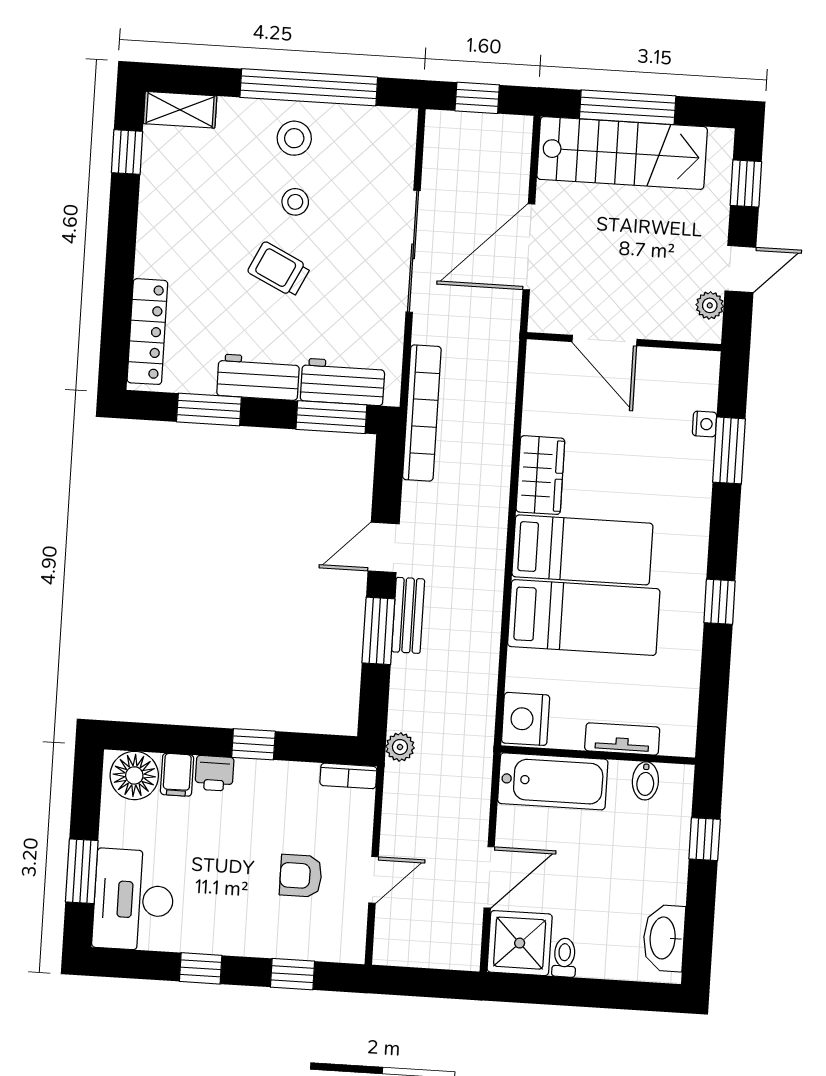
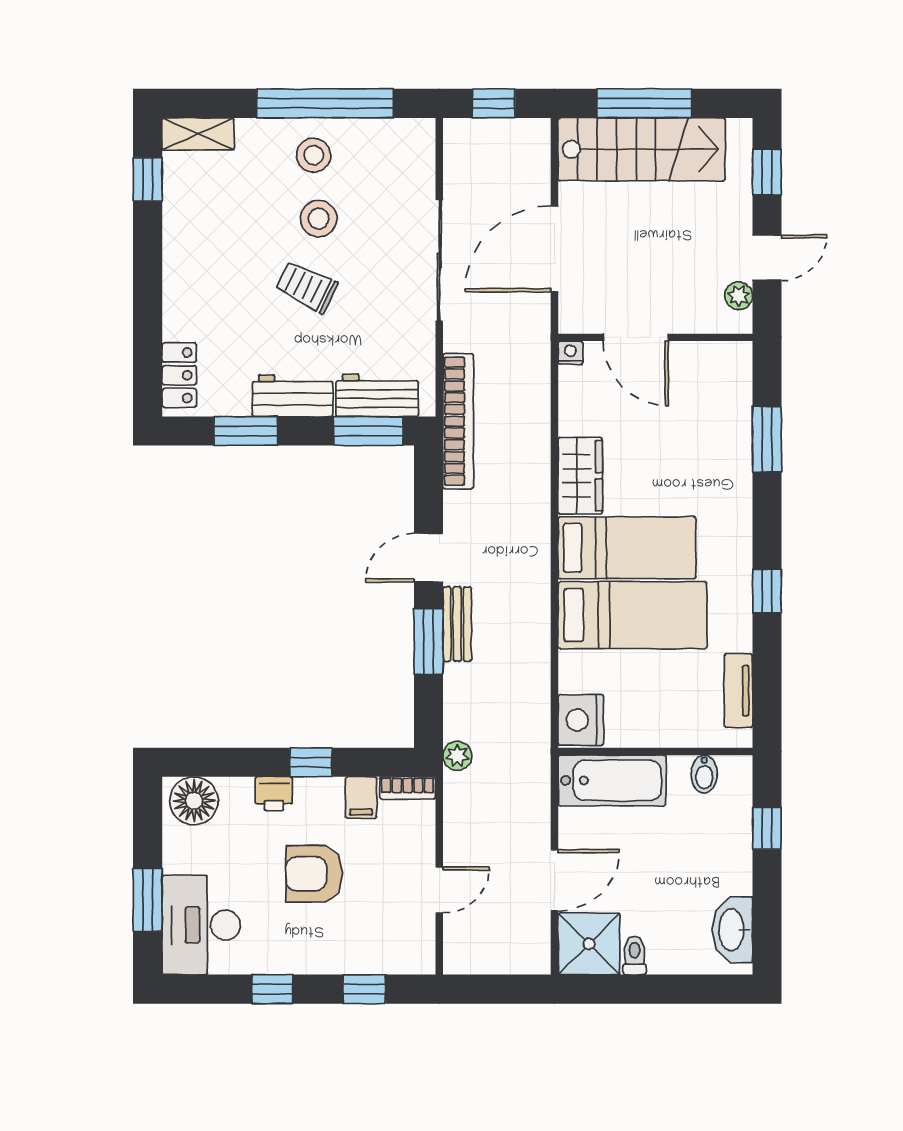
stool: (295, 202) -> (319, 219), width x1.37, depth x1.37
locker: (147, 332) -> (179, 375), width x0.66
nightstand: (705, 424) -> (570, 353), moved, turned -90
tv unit: (622, 739) -> (738, 691), moved, turned -90
filing cabinet: (177, 775) -> (361, 797), moved
armchair: (301, 876) -> (314, 874), moved, width x1.38, depth x1.38

